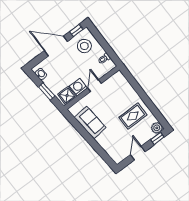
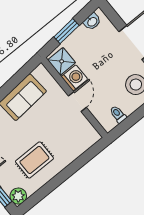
door: (95, 86) -> (77, 102), hinge flipped
rug: (133, 116) -> (34, 160), turned 90

